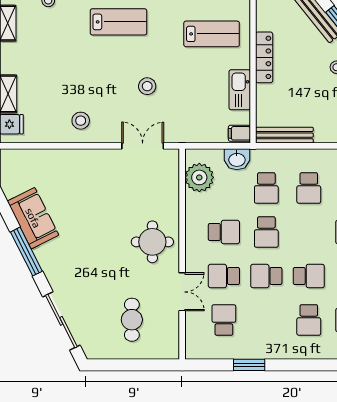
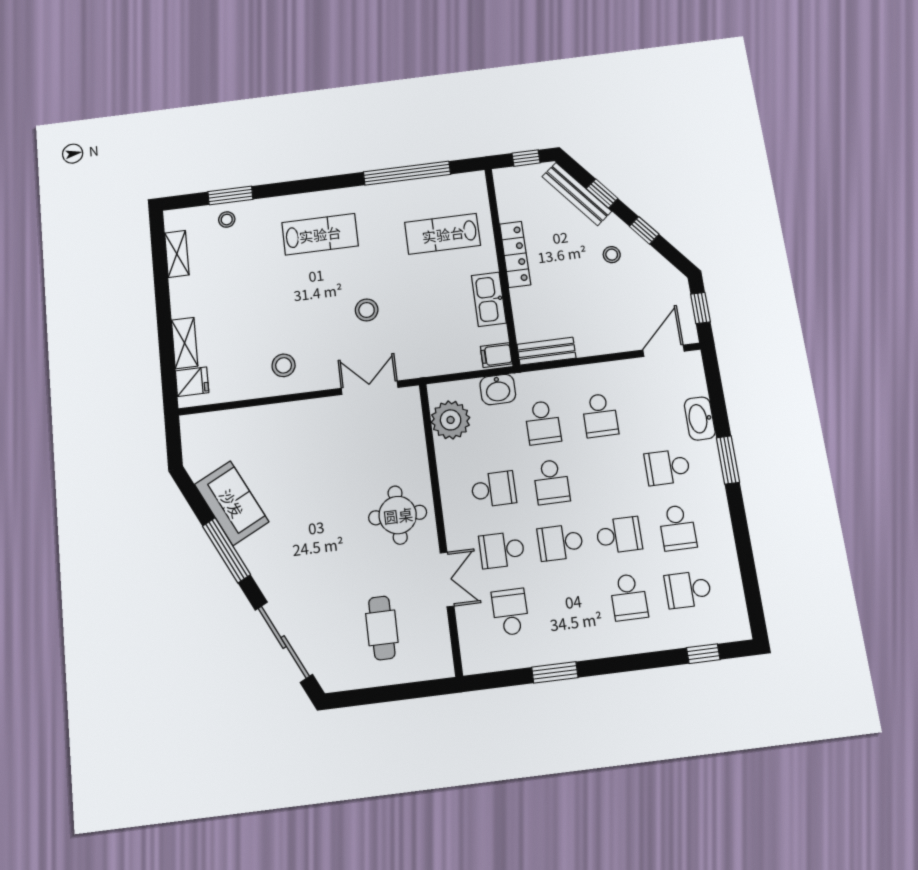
lab bench: (212, 34) -> (443, 234), turned 180
bench: (284, 135) -> (546, 351), width x0.73

